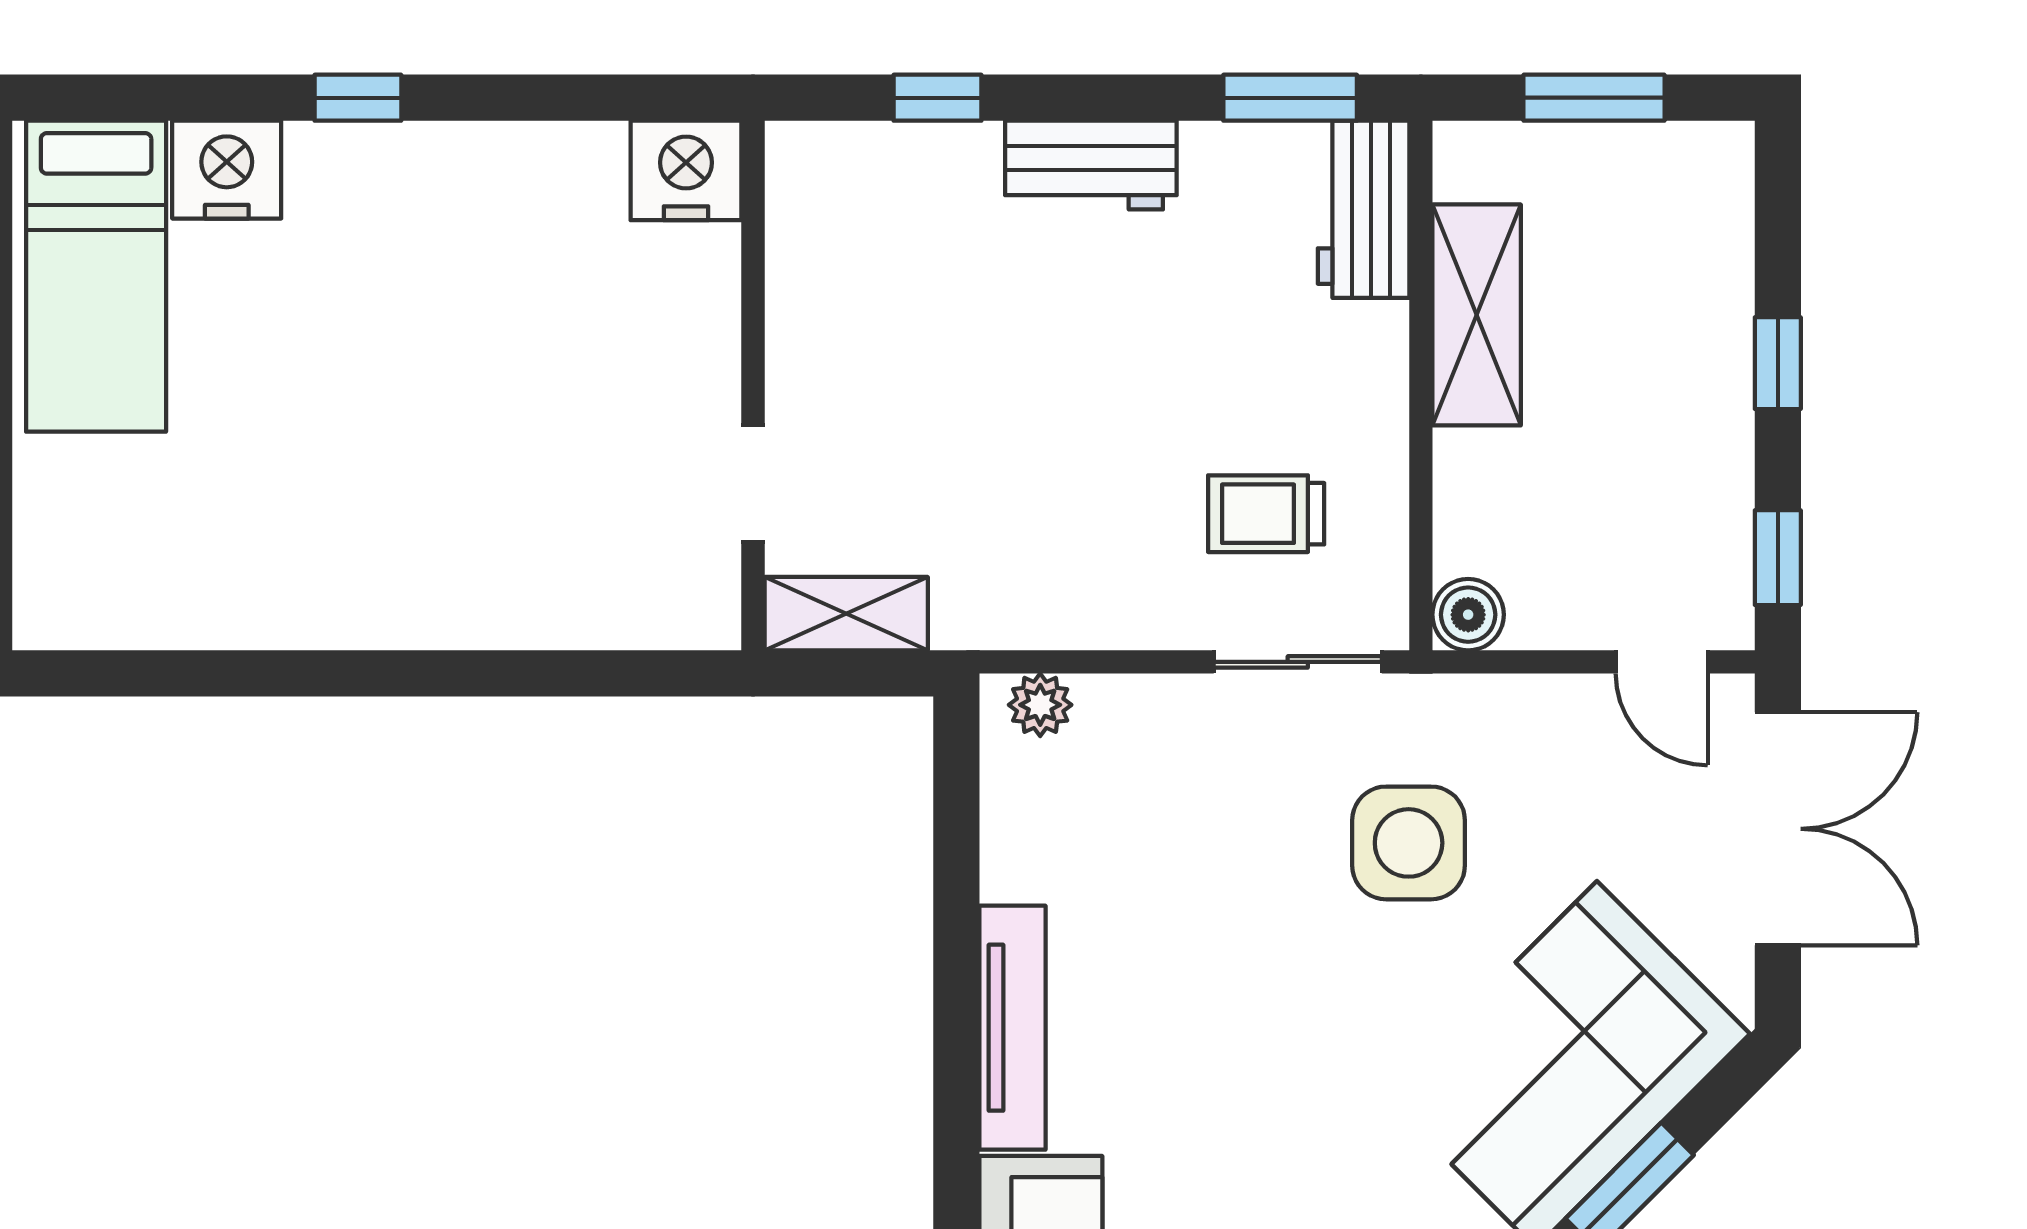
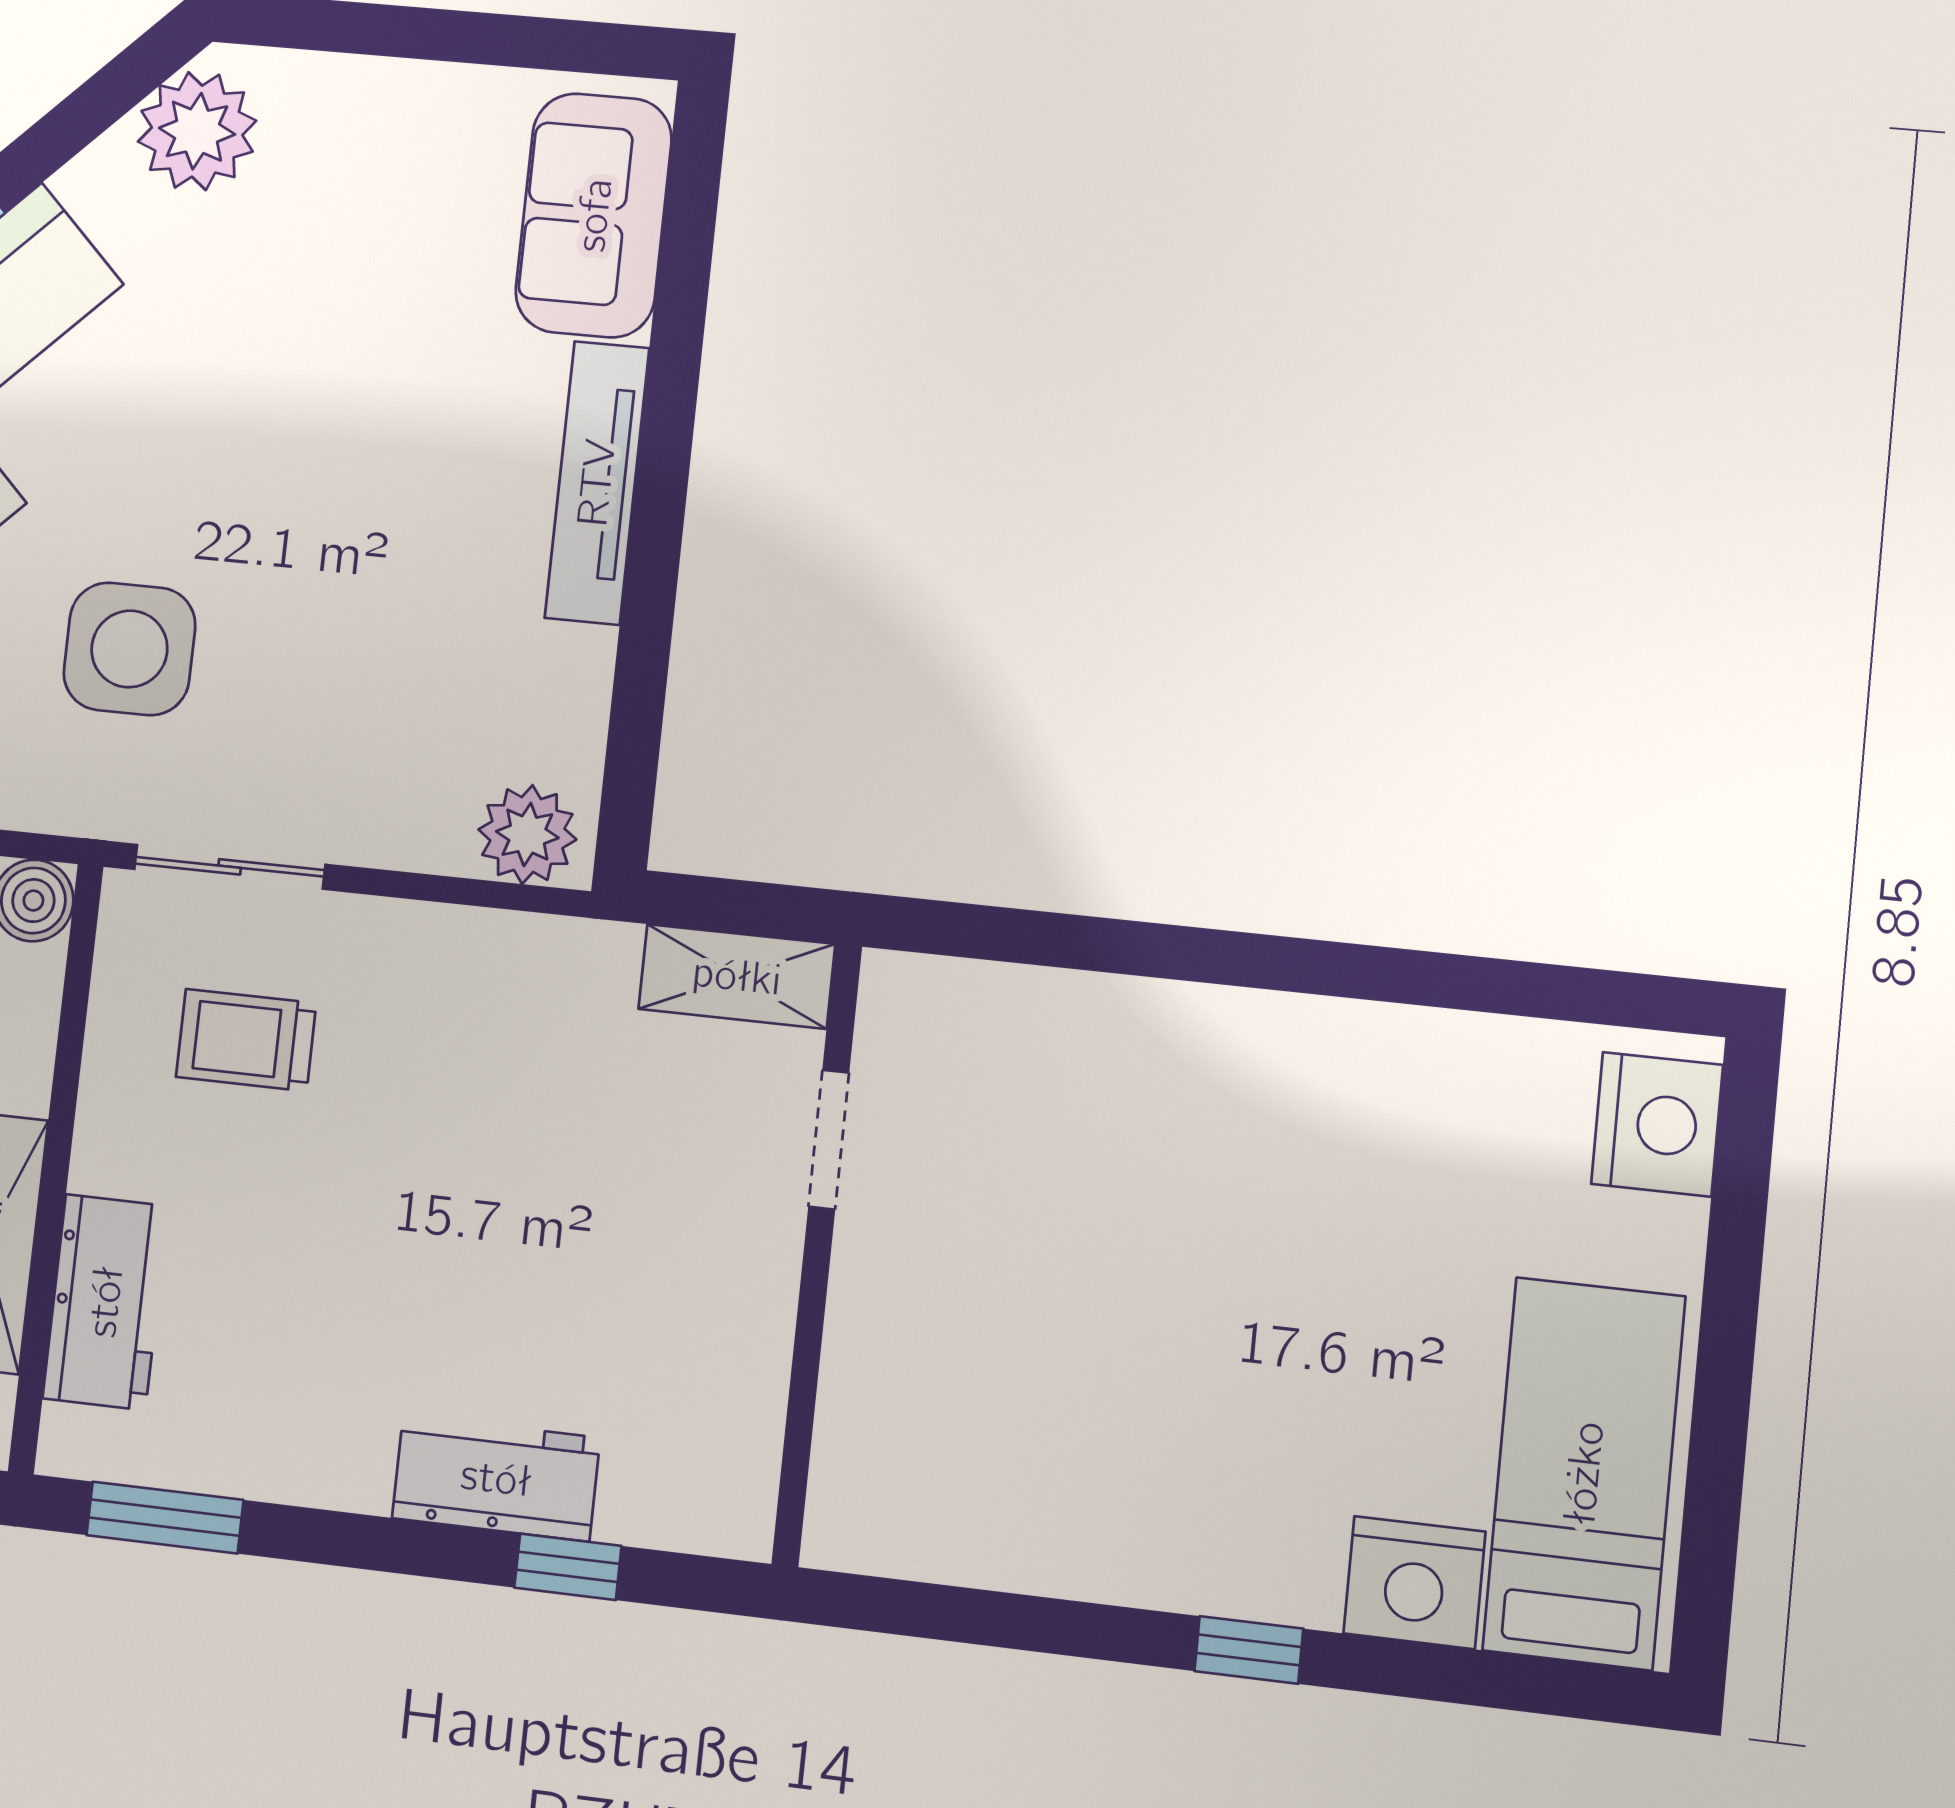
workbench: (1091, 165) -> (496, 1478), moved
nightstand: (686, 170) -> (1657, 1124), moved, turned -90
workbench: (1364, 209) -> (105, 1302), moved
trolley: (1266, 514) -> (246, 1040), turned 180
plant: (1040, 705) -> (527, 835), width x1.38, depth x1.38

